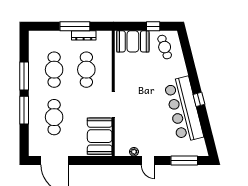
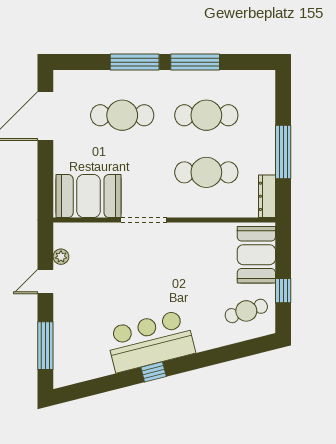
dresser: (84, 35) -> (267, 196), moved
bar counter: (184, 109) -> (150, 341), width x0.73

